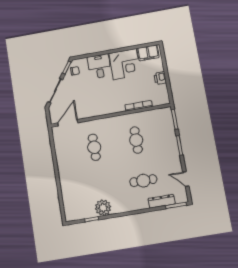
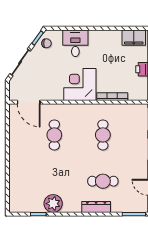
corner desk: (125, 64) -> (80, 84), moved, turned 180
door: (68, 123) -> (29, 102), swing flipped
dresser: (162, 201) -> (96, 207), moved

